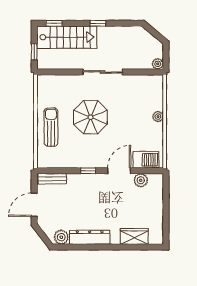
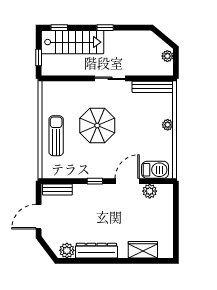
plant: (158, 64) -> (167, 56), moved
sliding door: (103, 72) -> (110, 78), width x0.73
bench: (144, 80) -> (153, 87), added

